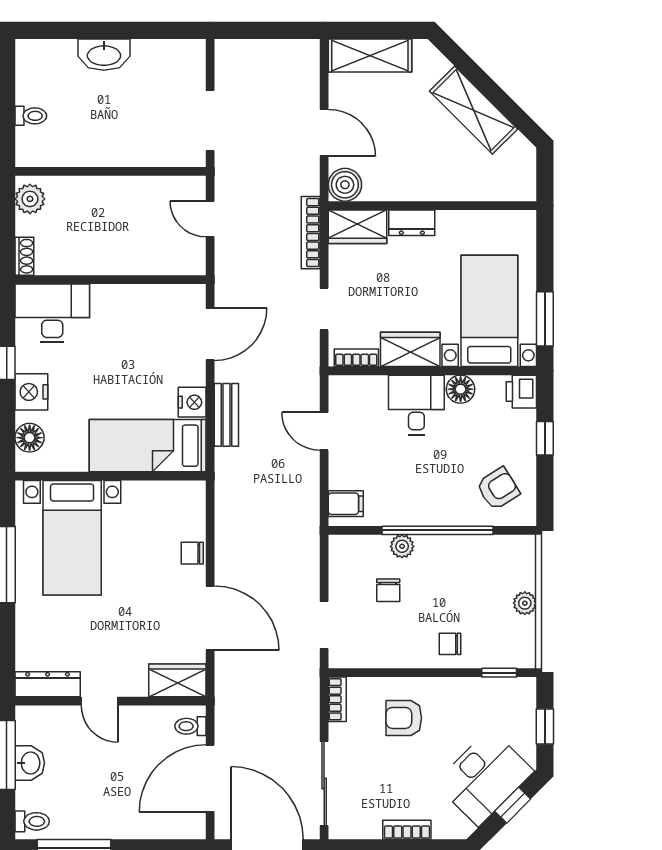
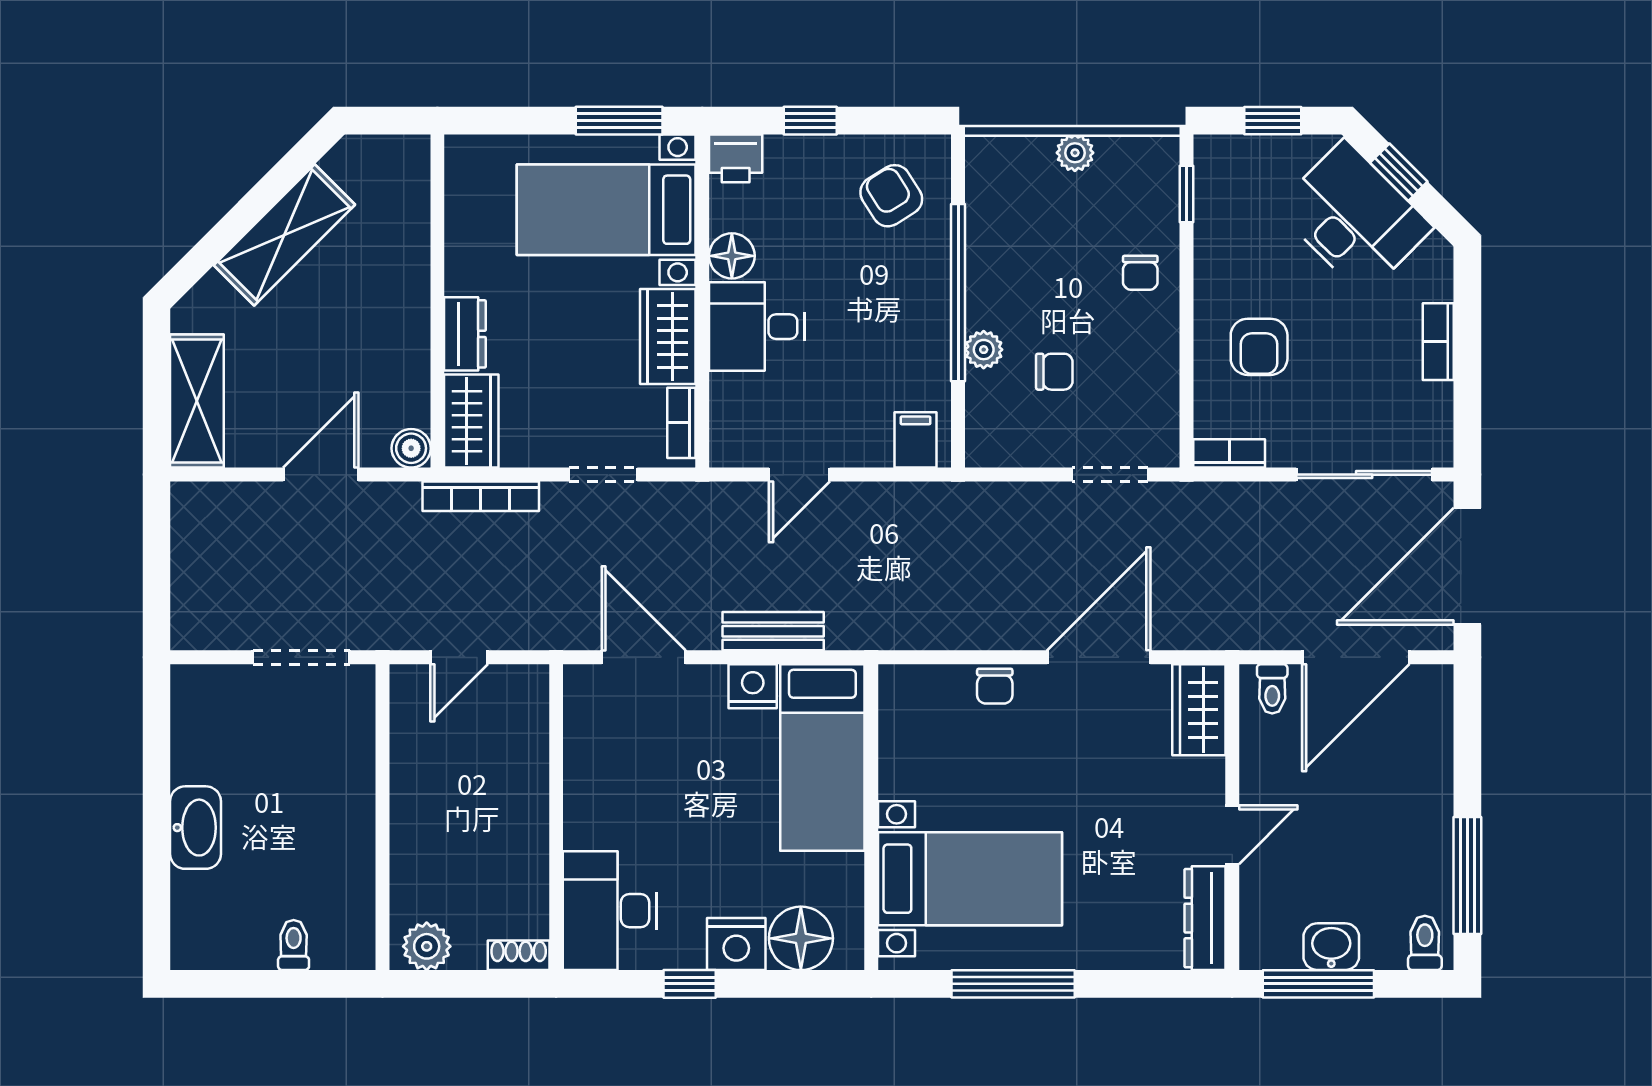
boiler: (345, 185) -> (411, 448), width x0.73, depth x0.73
floor lamp: (30, 438) -> (801, 938), width x1.38, depth x1.38
door: (210, 778) -> (1356, 657), hinge flipped

